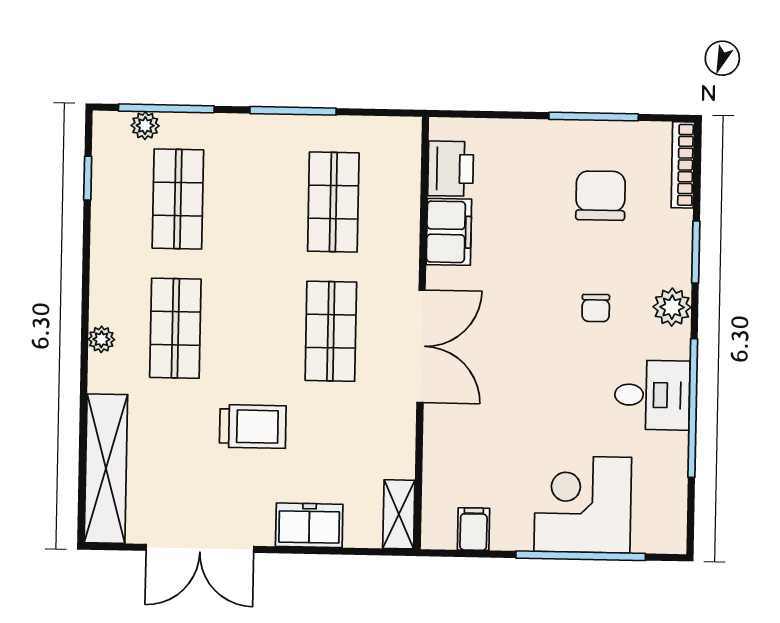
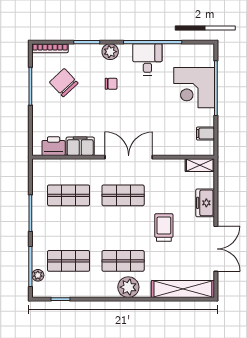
chair: (601, 196) -> (64, 83), turned 47
plant: (101, 339) -> (128, 287), width x1.88, depth x1.88

